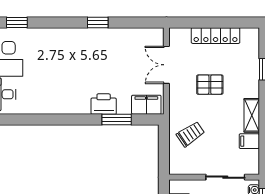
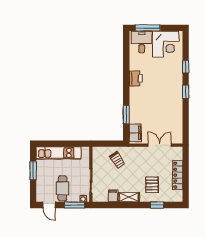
window: (17, 22) -> (186, 67), moved
window: (98, 22) -> (186, 92), moved
pallet: (210, 85) -> (152, 185), moved
printer: (104, 104) -> (136, 78), moved

